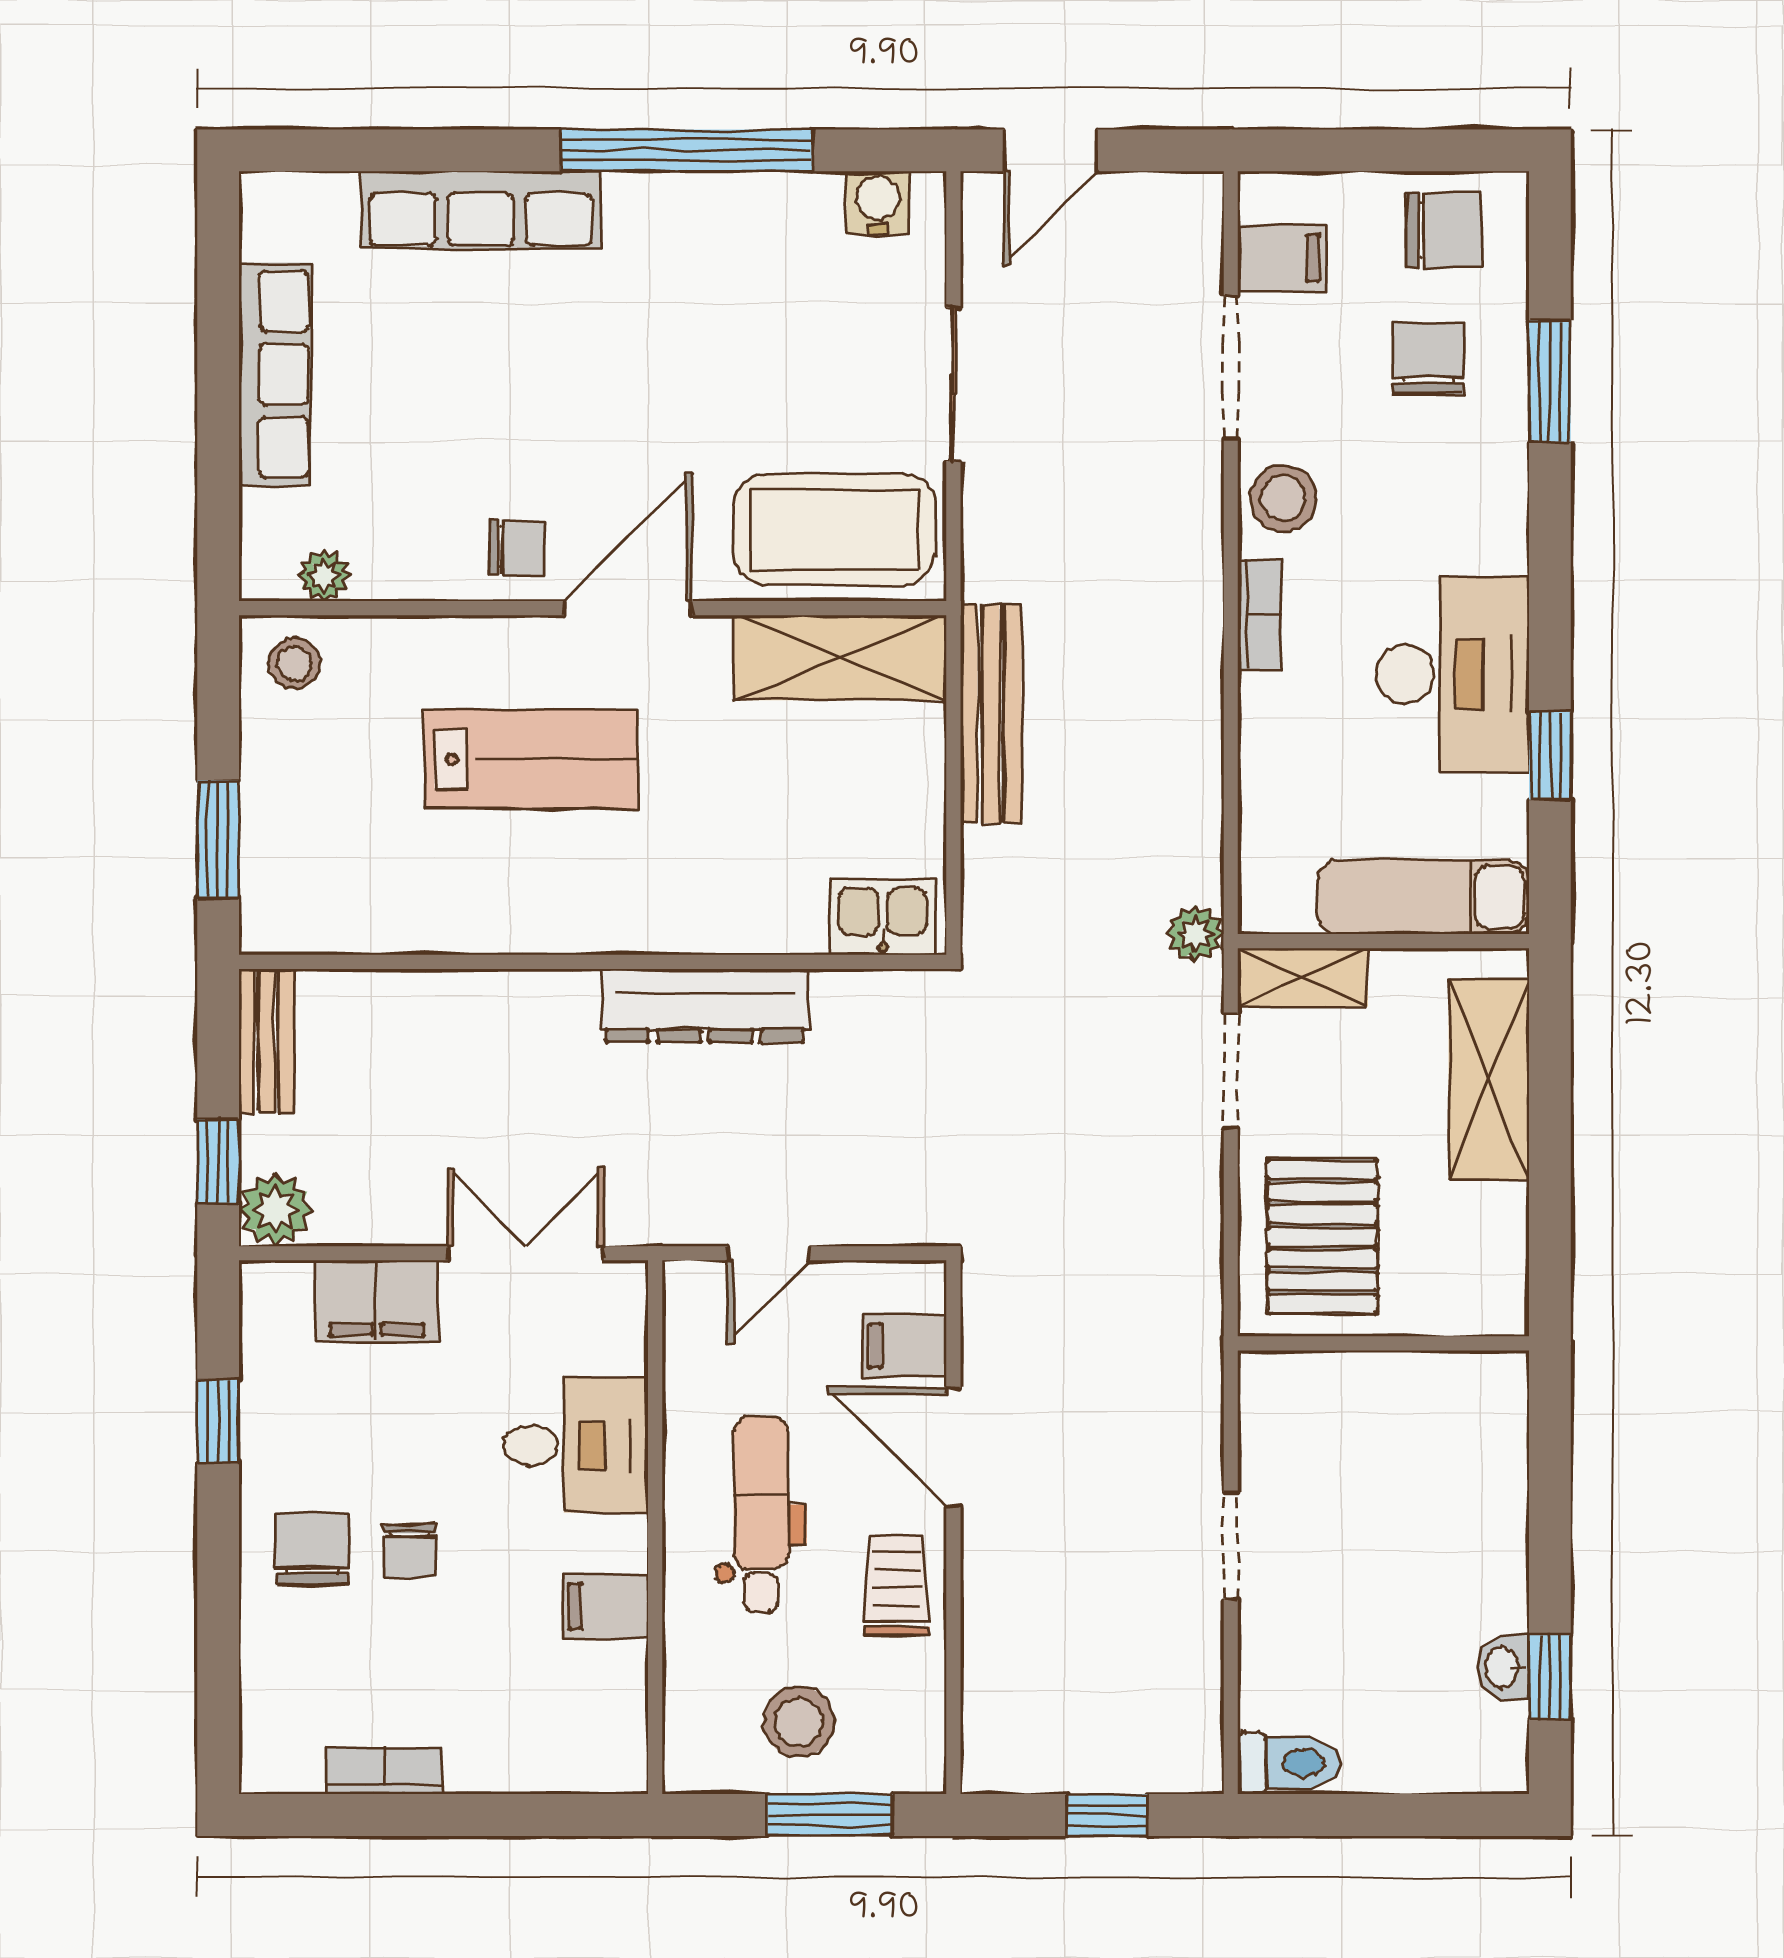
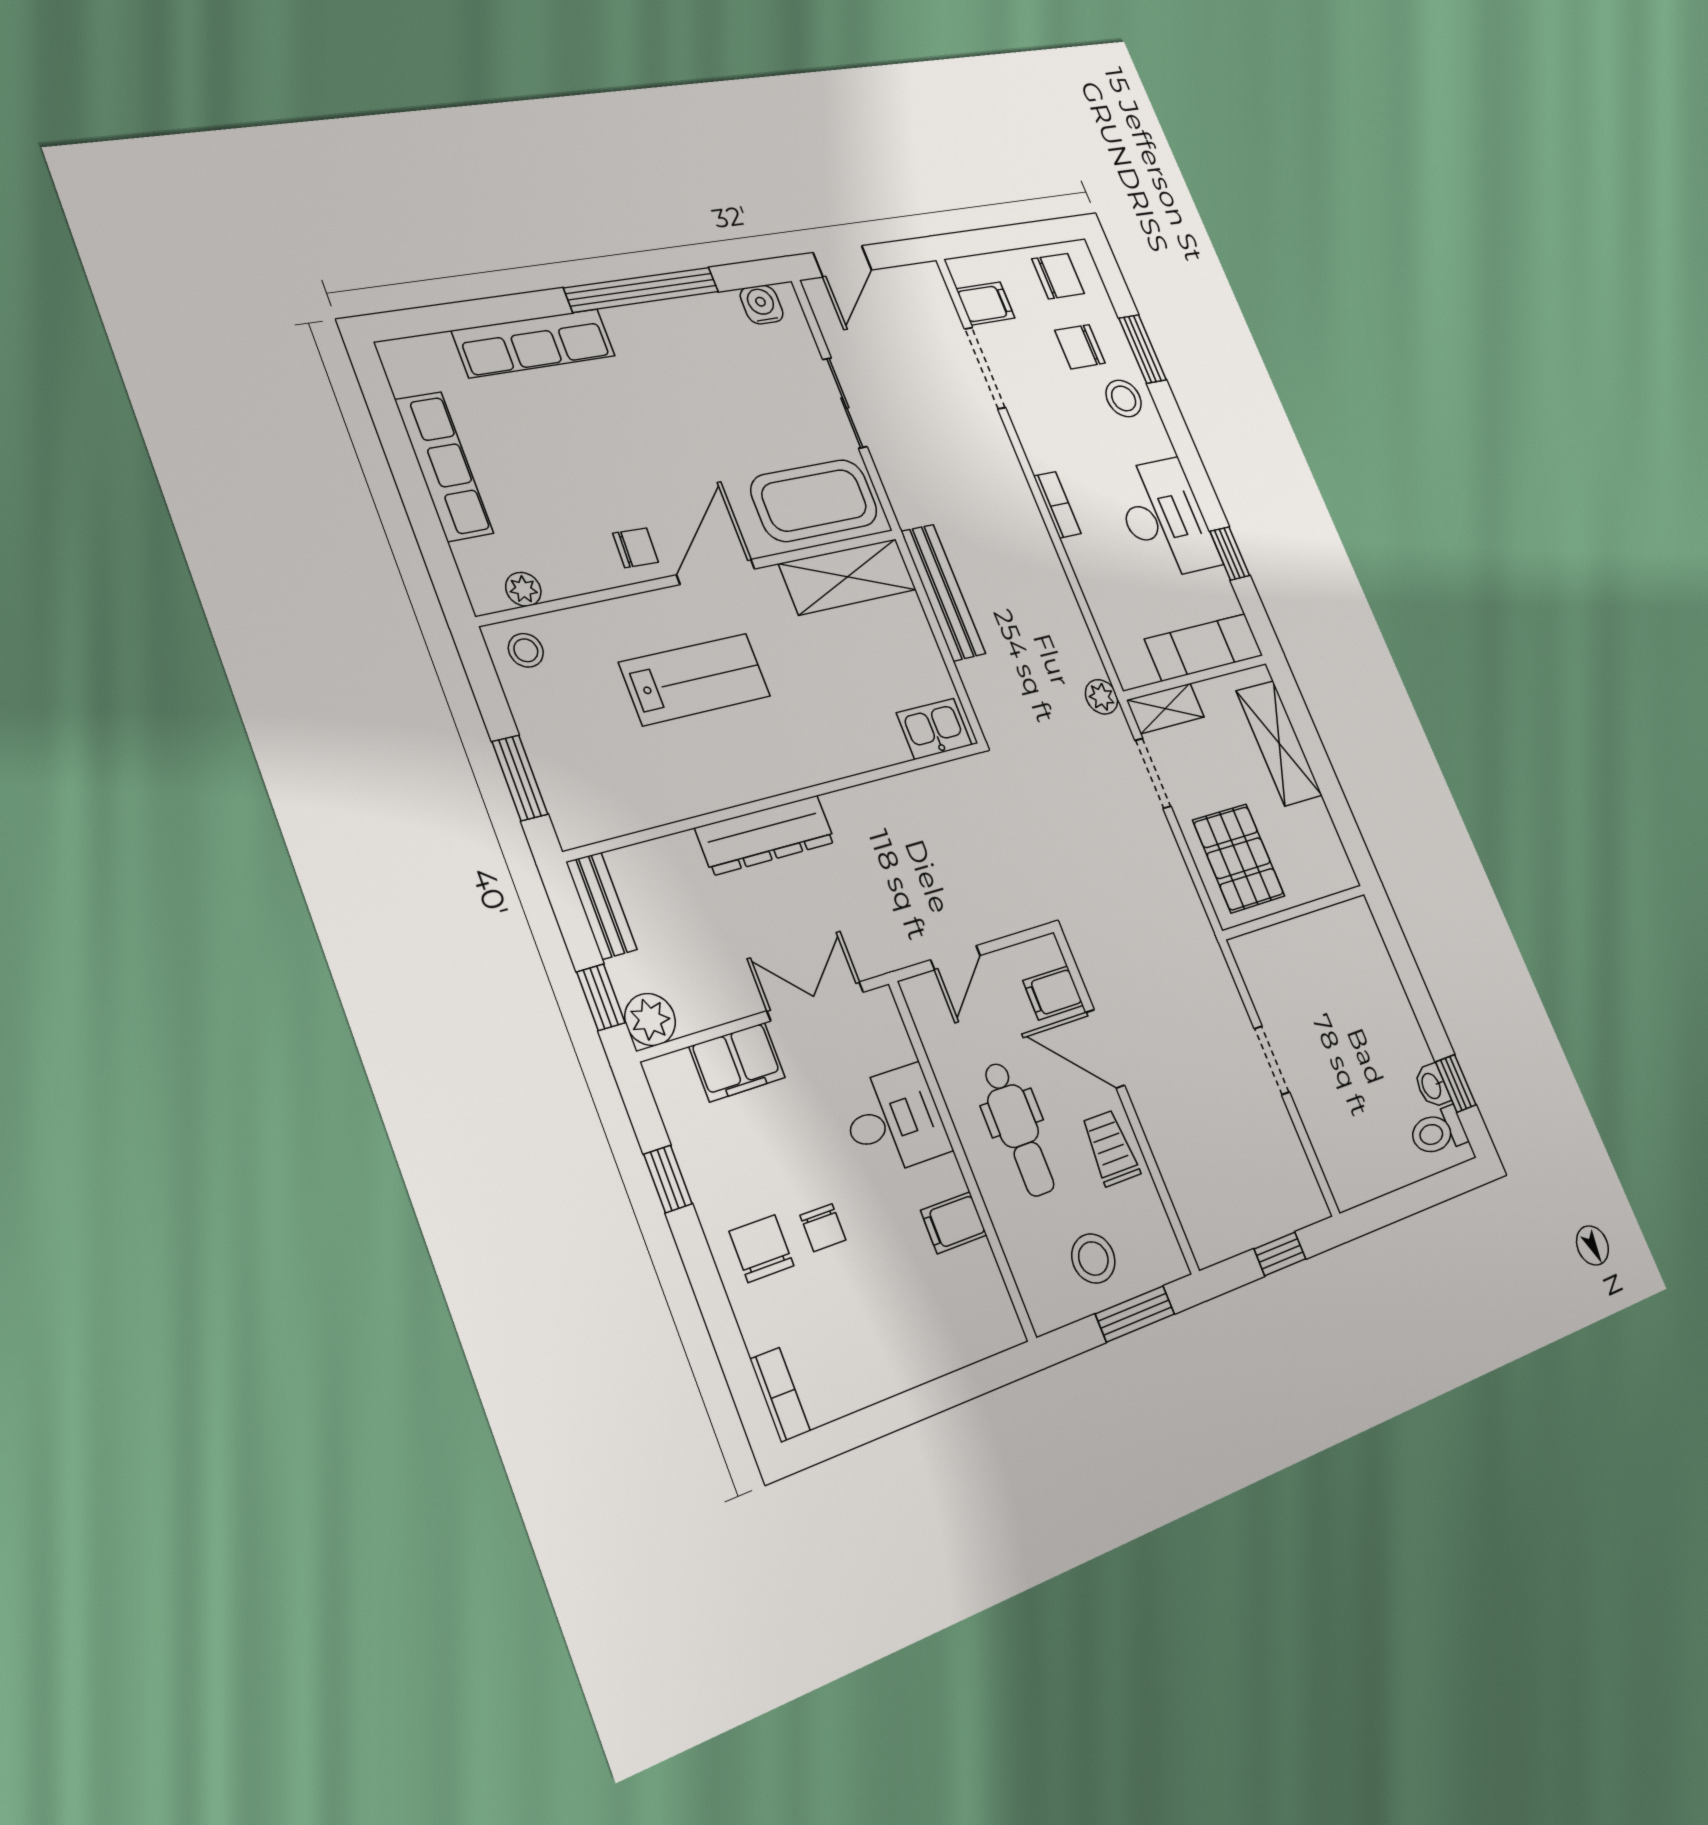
chair: (1428, 359) -> (1080, 347), turned -90
stool: (1283, 498) -> (1124, 398), moved
dresser: (705, 1006) -> (765, 835), moved
dental chair: (761, 1514) -> (1018, 1129), turned 180
toilet: (1289, 1763) -> (1438, 1132), moved, turned 180
bookcase: (384, 1771) -> (780, 1395), moved, turned 90

